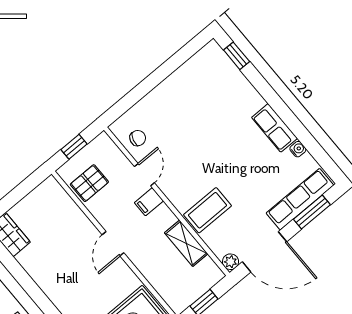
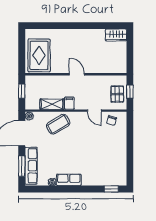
pallet: (89, 183) -> (117, 94), moved
filing cabinet: (149, 202) -> (69, 103), moved
coffee table: (208, 210) -> (58, 124), turned 59

